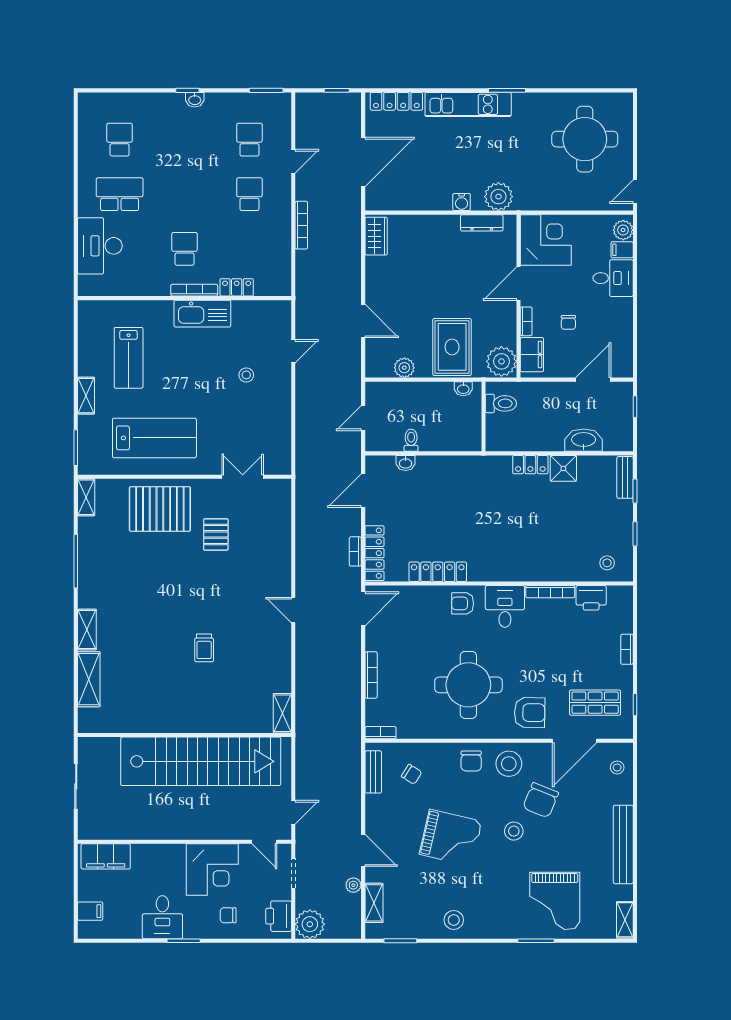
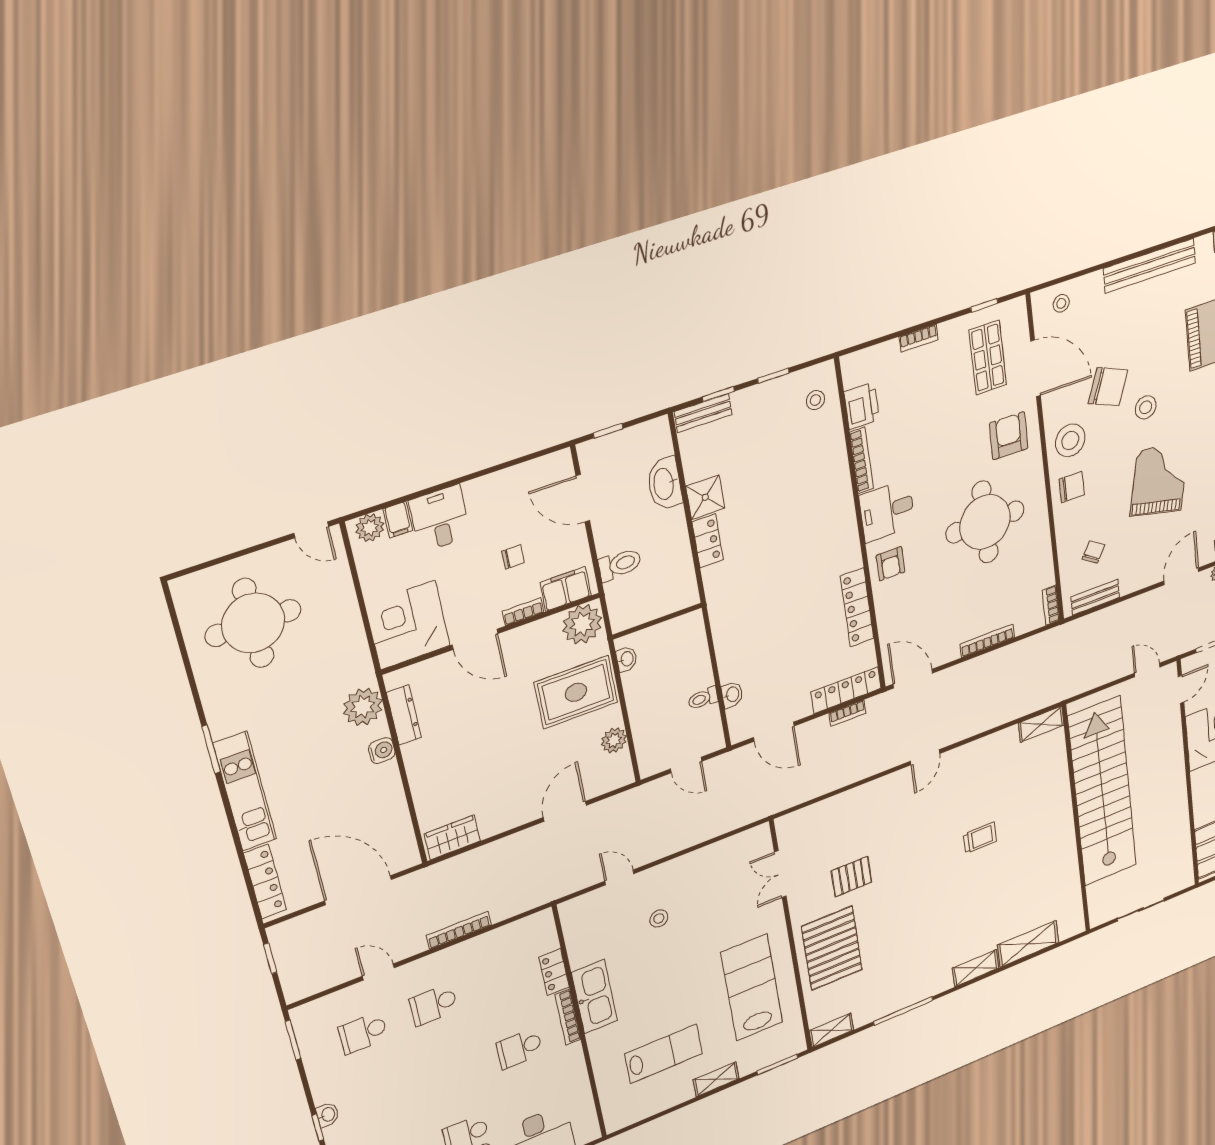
toilet: (501, 403) -> (620, 564), moved, turned 90

